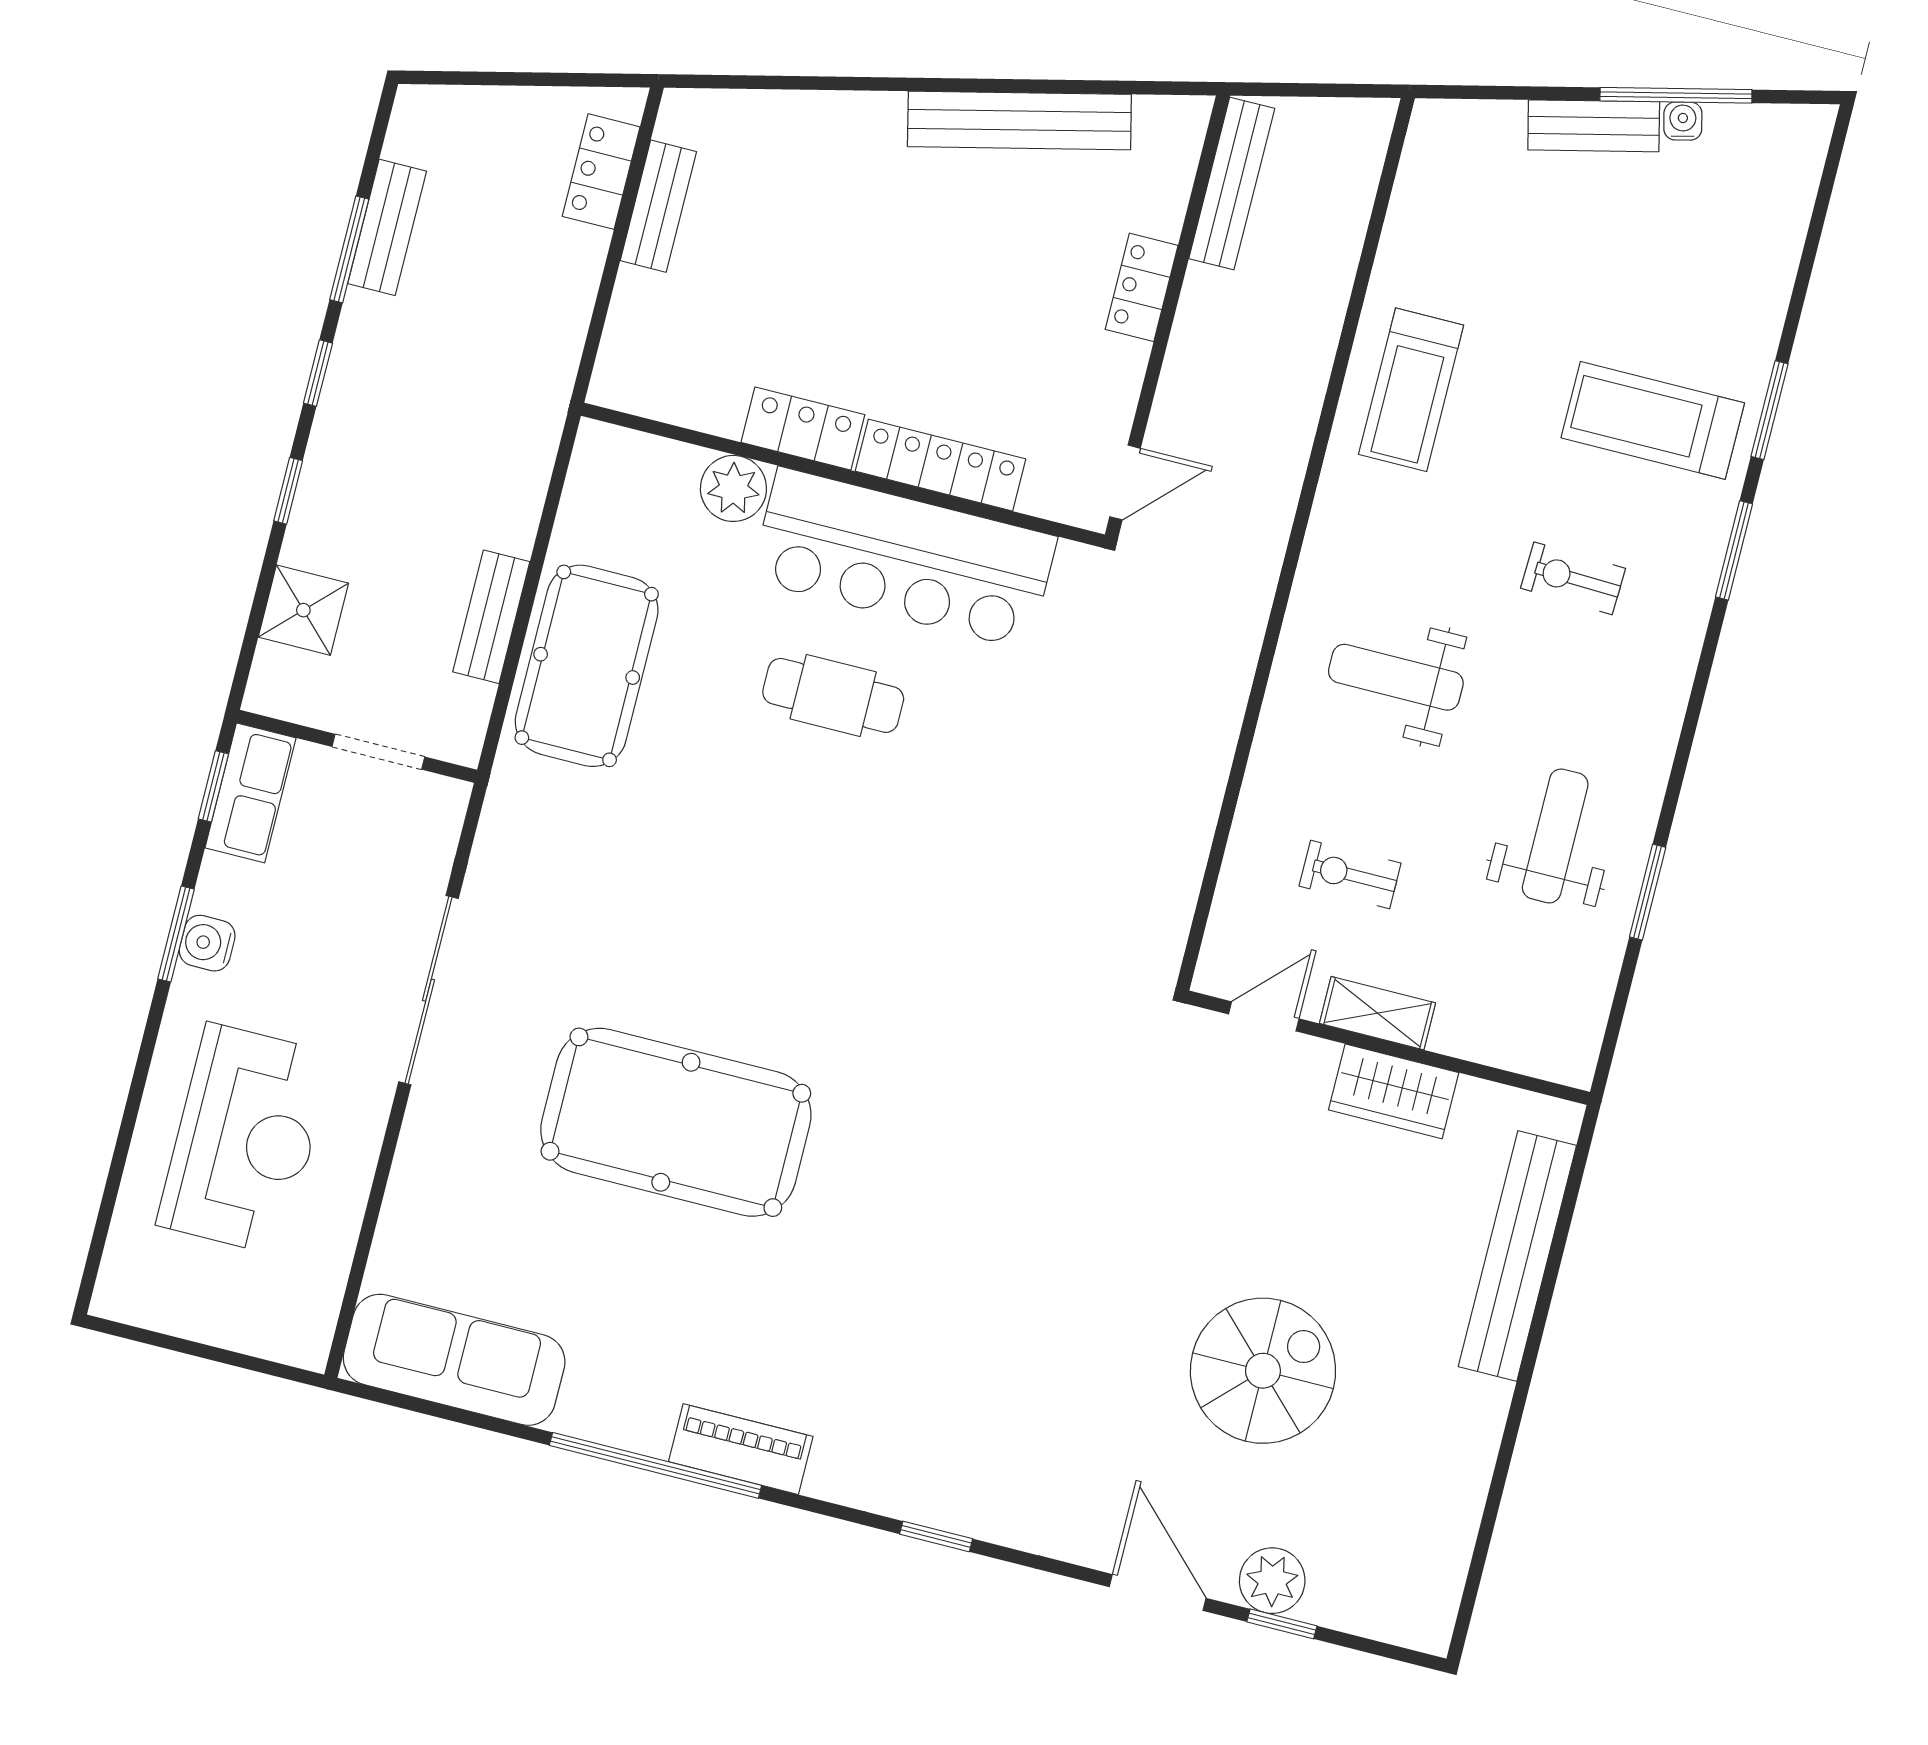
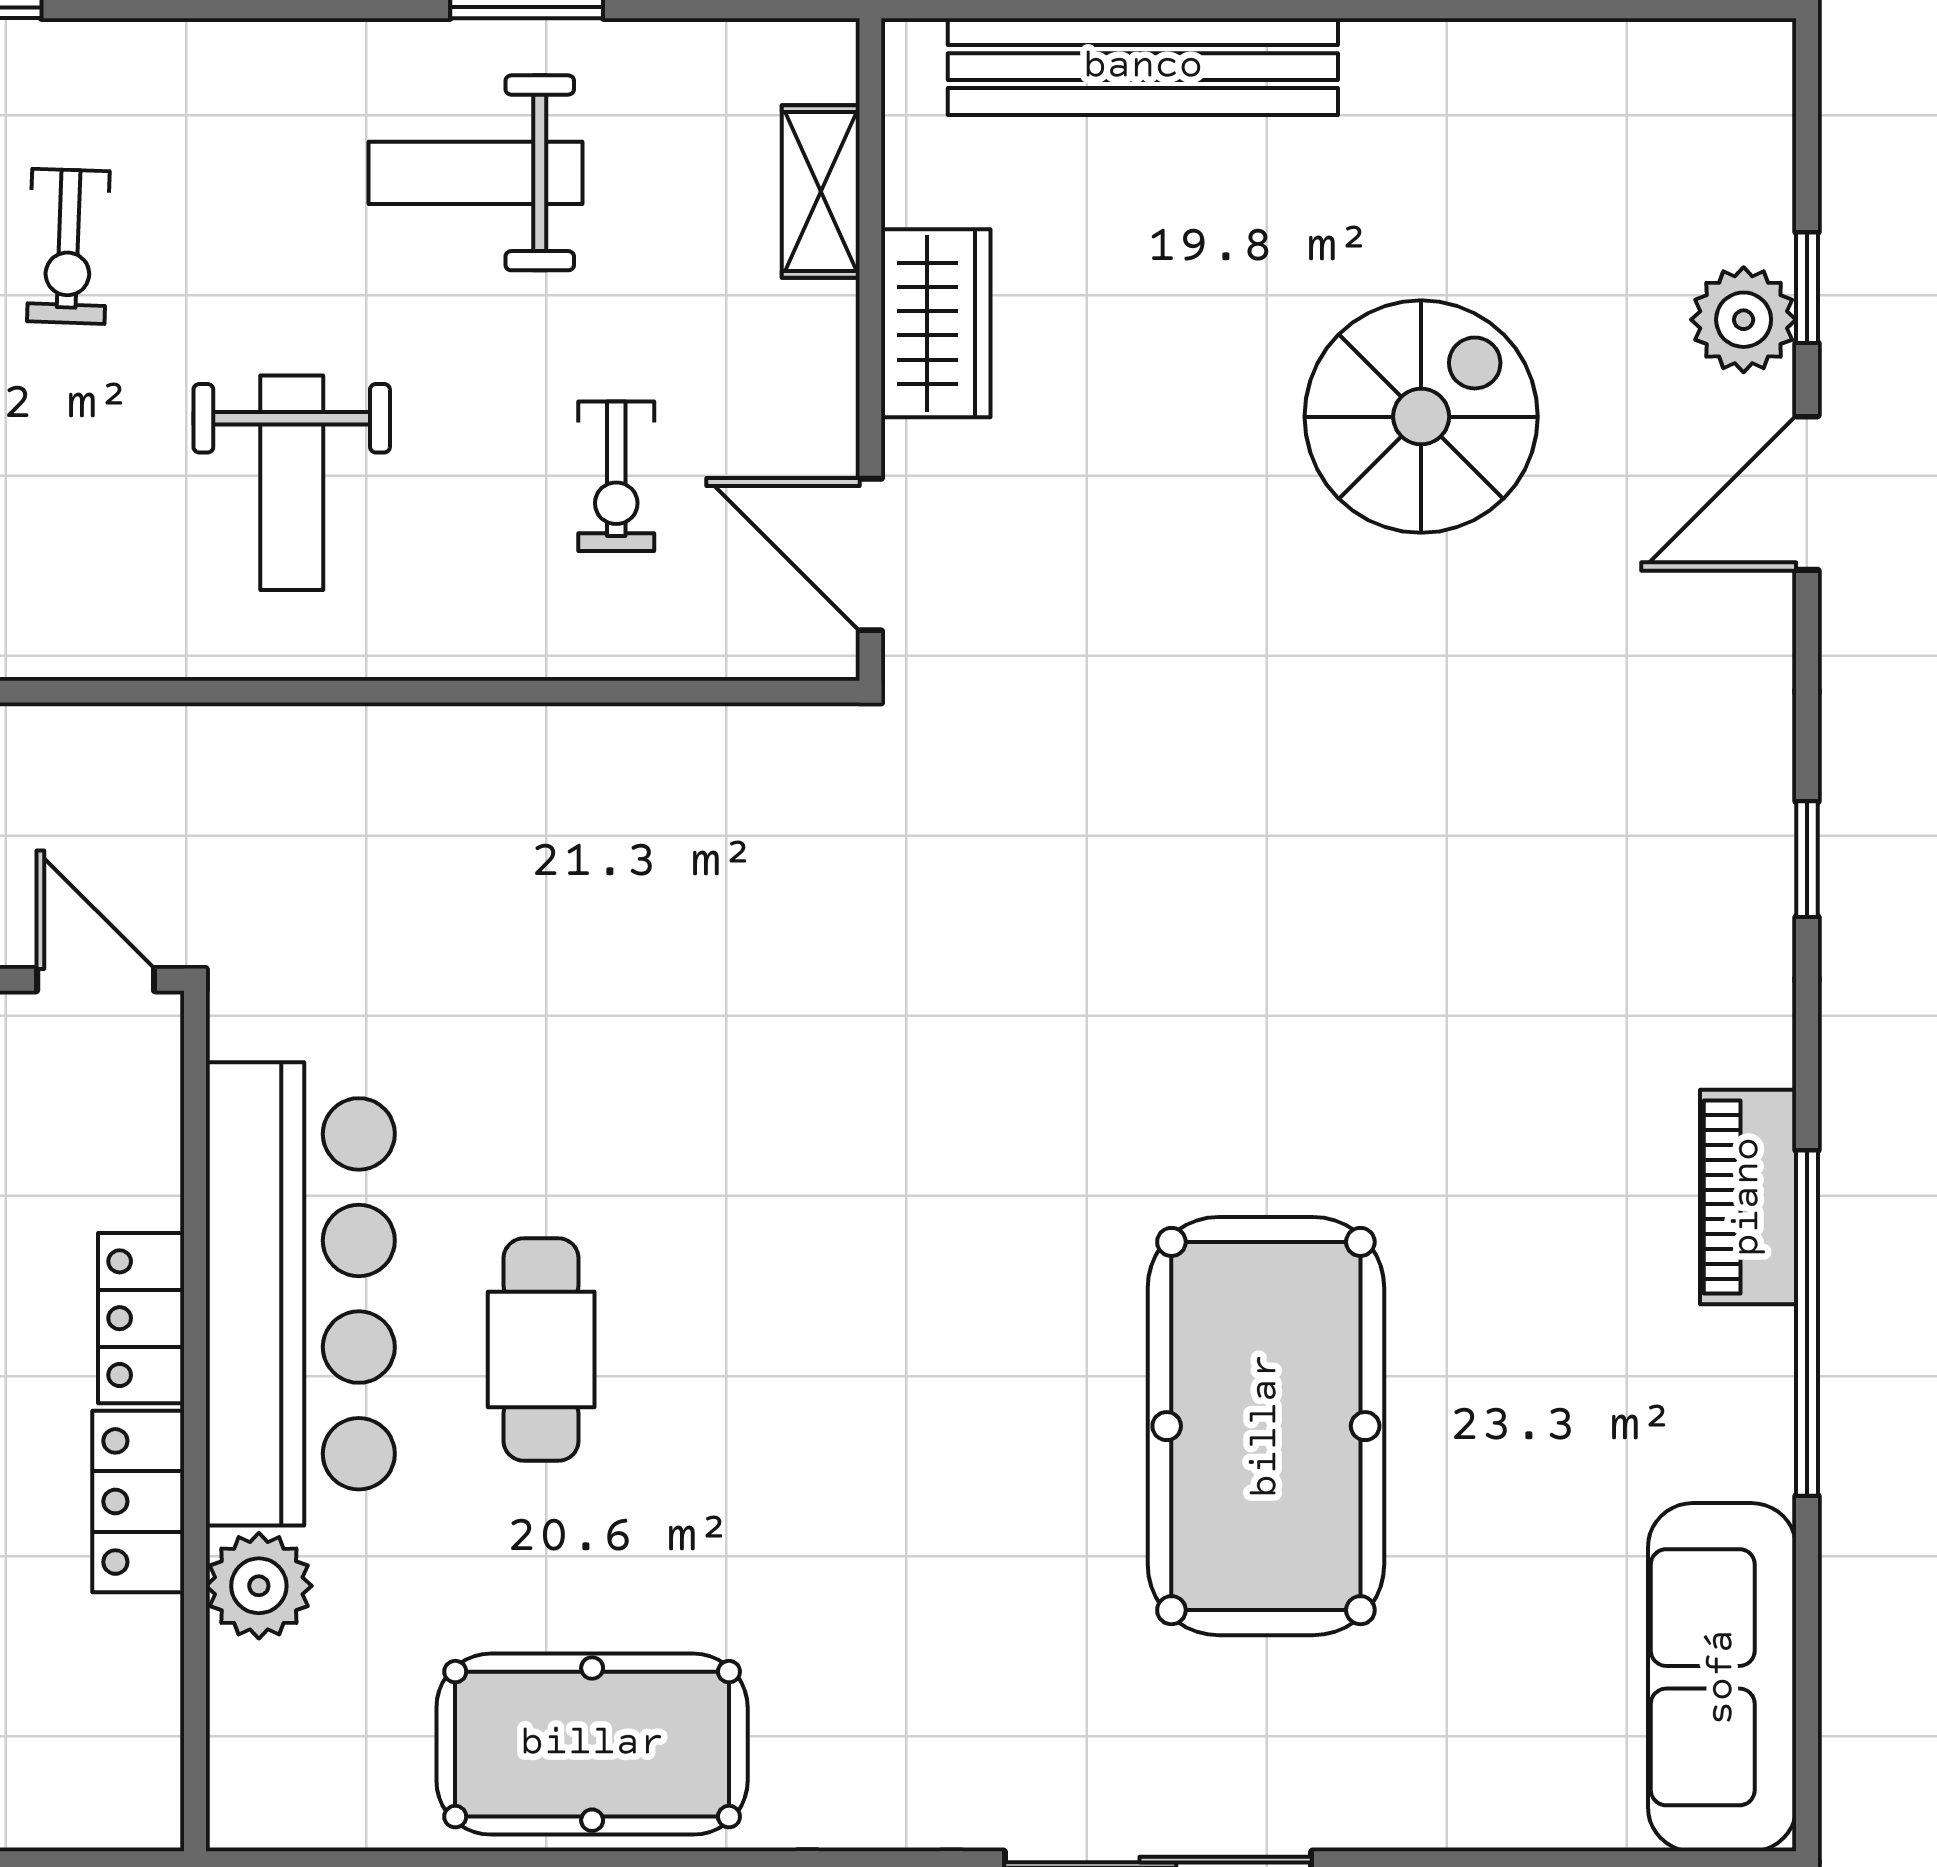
locker: (941, 465) -> (141, 1318), width x0.66
shelving: (1378, 1013) -> (821, 192), moved
door: (1264, 1016) -> (870, 555), width x1.37
spiral stairs: (1263, 1371) -> (1421, 417), turned 90

